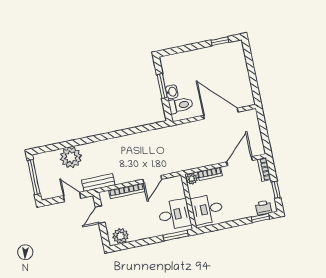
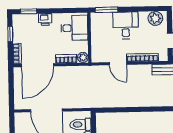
door: (240, 161) -> (38, 65), width x1.36
door: (152, 179) -> (118, 63), swing flipped
printer: (264, 208) -> (45, 19), moved
desk: (174, 214) -> (126, 25), moved, turned 90

